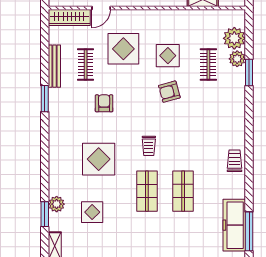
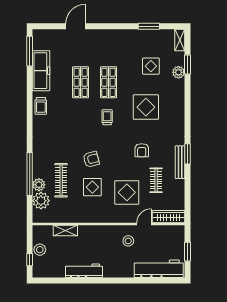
clothes rail: (208, 64) -> (61, 180), width x1.36
bench: (54, 66) -> (180, 162), moved
window: (249, 72) -> (30, 174), width x2.11
freezer: (234, 225) -> (41, 71), moved

